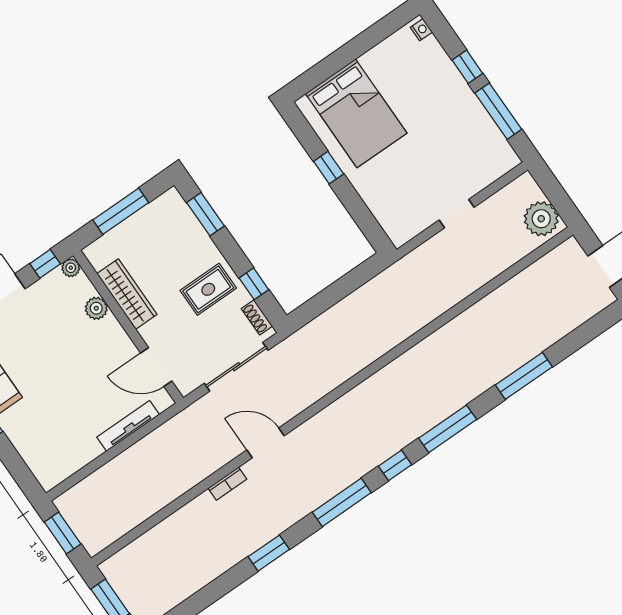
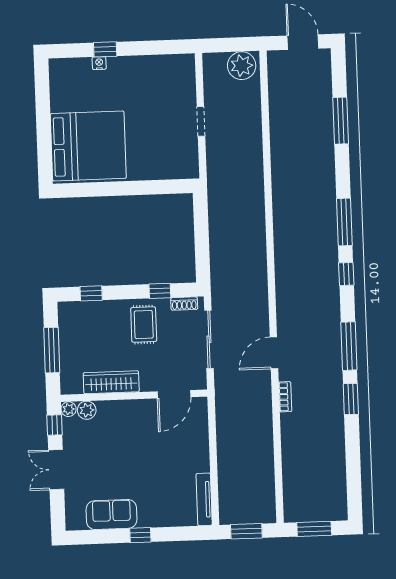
nightstand: (421, 30) -> (99, 63), moved
window: (498, 111) -> (149, 48), removed
bed: (356, 113) -> (88, 146), width x1.36
window: (329, 168) -> (113, 189), removed
window: (205, 214) -> (91, 293), width x0.67
plant: (96, 308) -> (87, 410), moved
window: (524, 376) -> (341, 121), moved
tv unit: (128, 426) -> (204, 499), moved
window: (342, 502) -> (349, 346), moved

